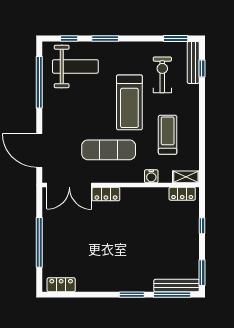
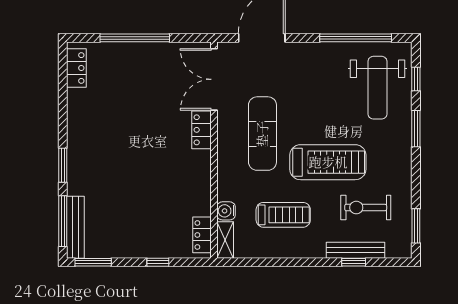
bench: (193, 62) -> (355, 250), moved
window: (202, 69) -> (354, 262), moved
exercise bike: (162, 75) -> (366, 208), turned 180
treadmill: (129, 102) -> (328, 162), turned 180
water cooler: (151, 176) -> (226, 211), moved

